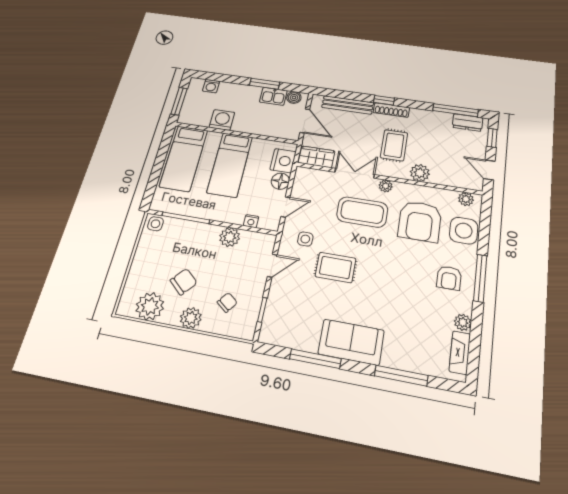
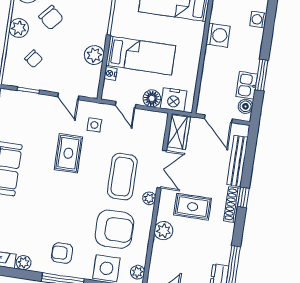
door: (305, 121) -> (218, 119), hinge flipped
bed: (230, 165) -> (141, 55), moved, turned 180
armchair: (420, 221) -> (114, 229), turned 180

